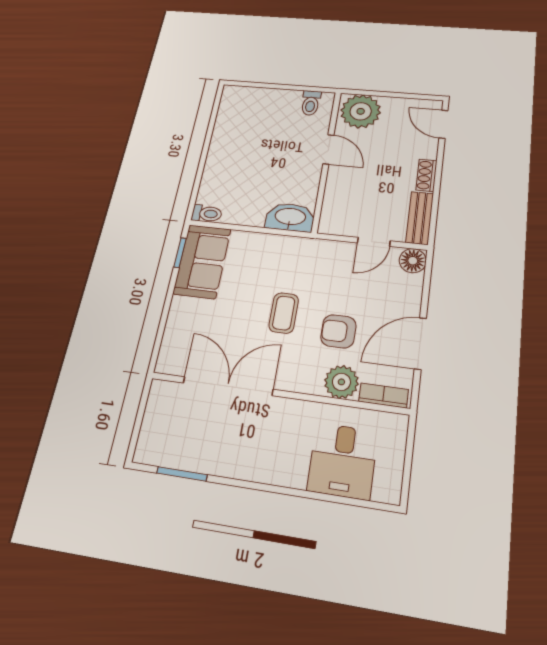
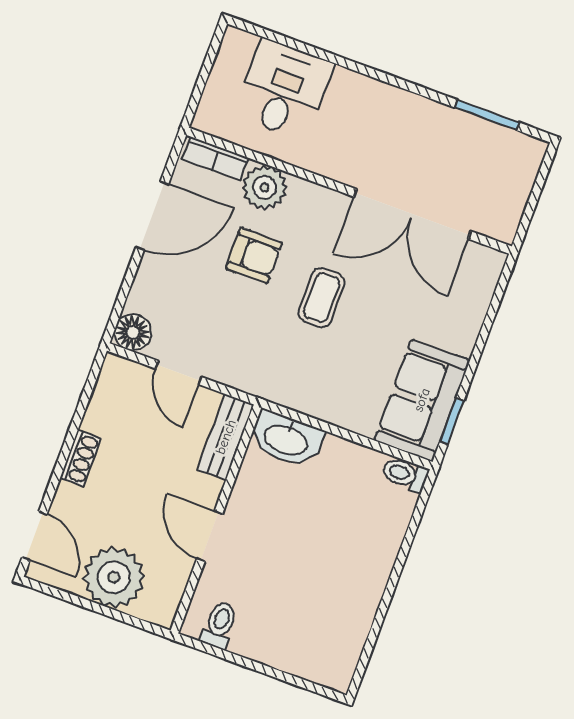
plant: (361, 111) -> (114, 577), moved
bench: (420, 218) -> (226, 437), moved
door: (374, 242) -> (178, 373), swing flipped

